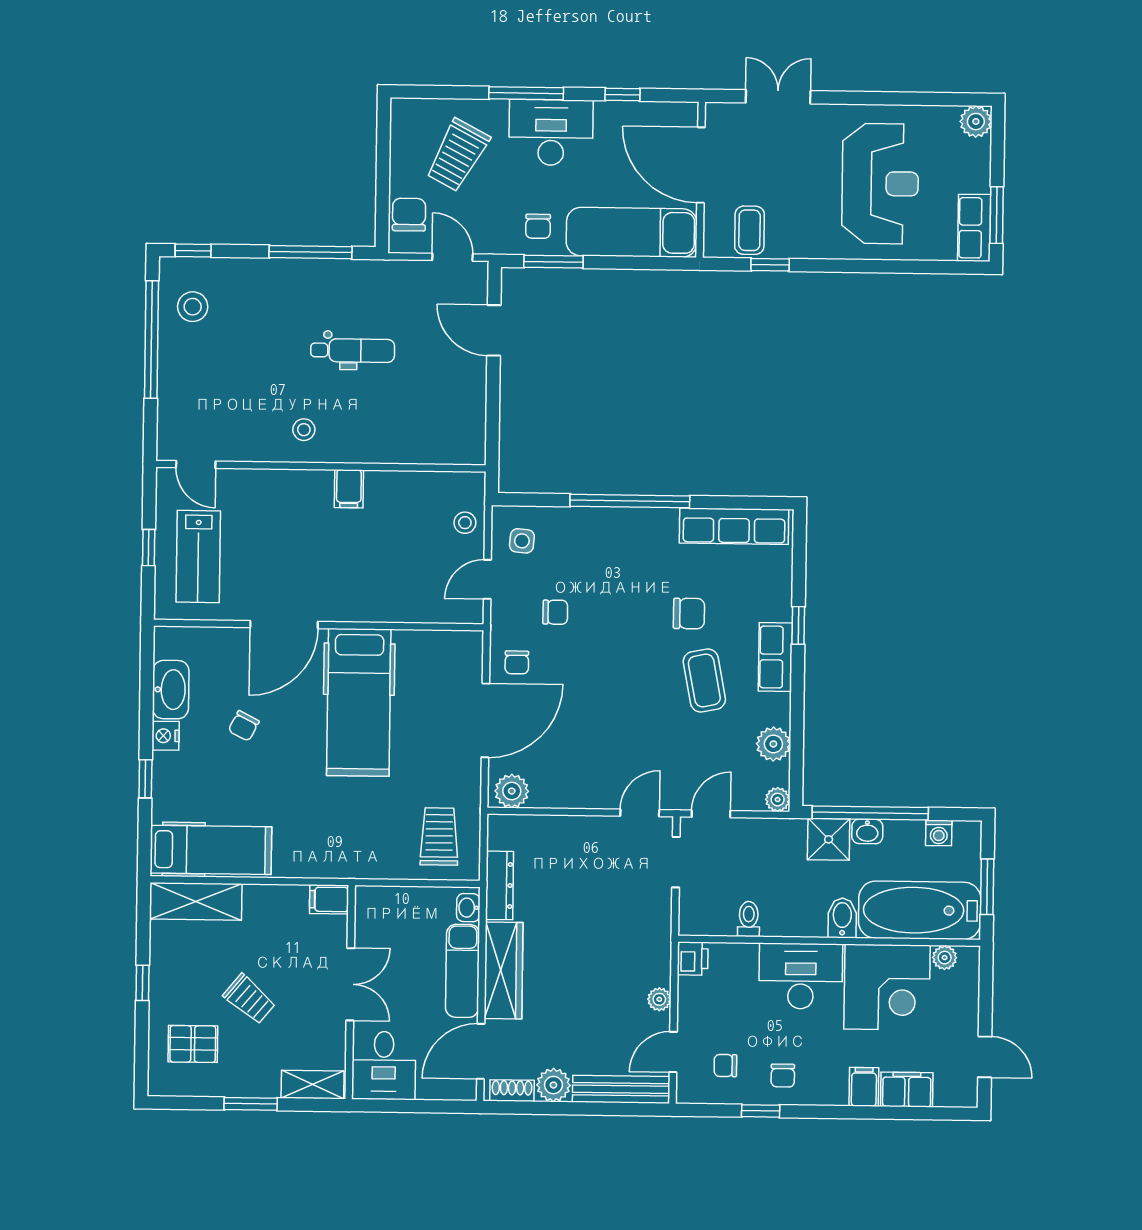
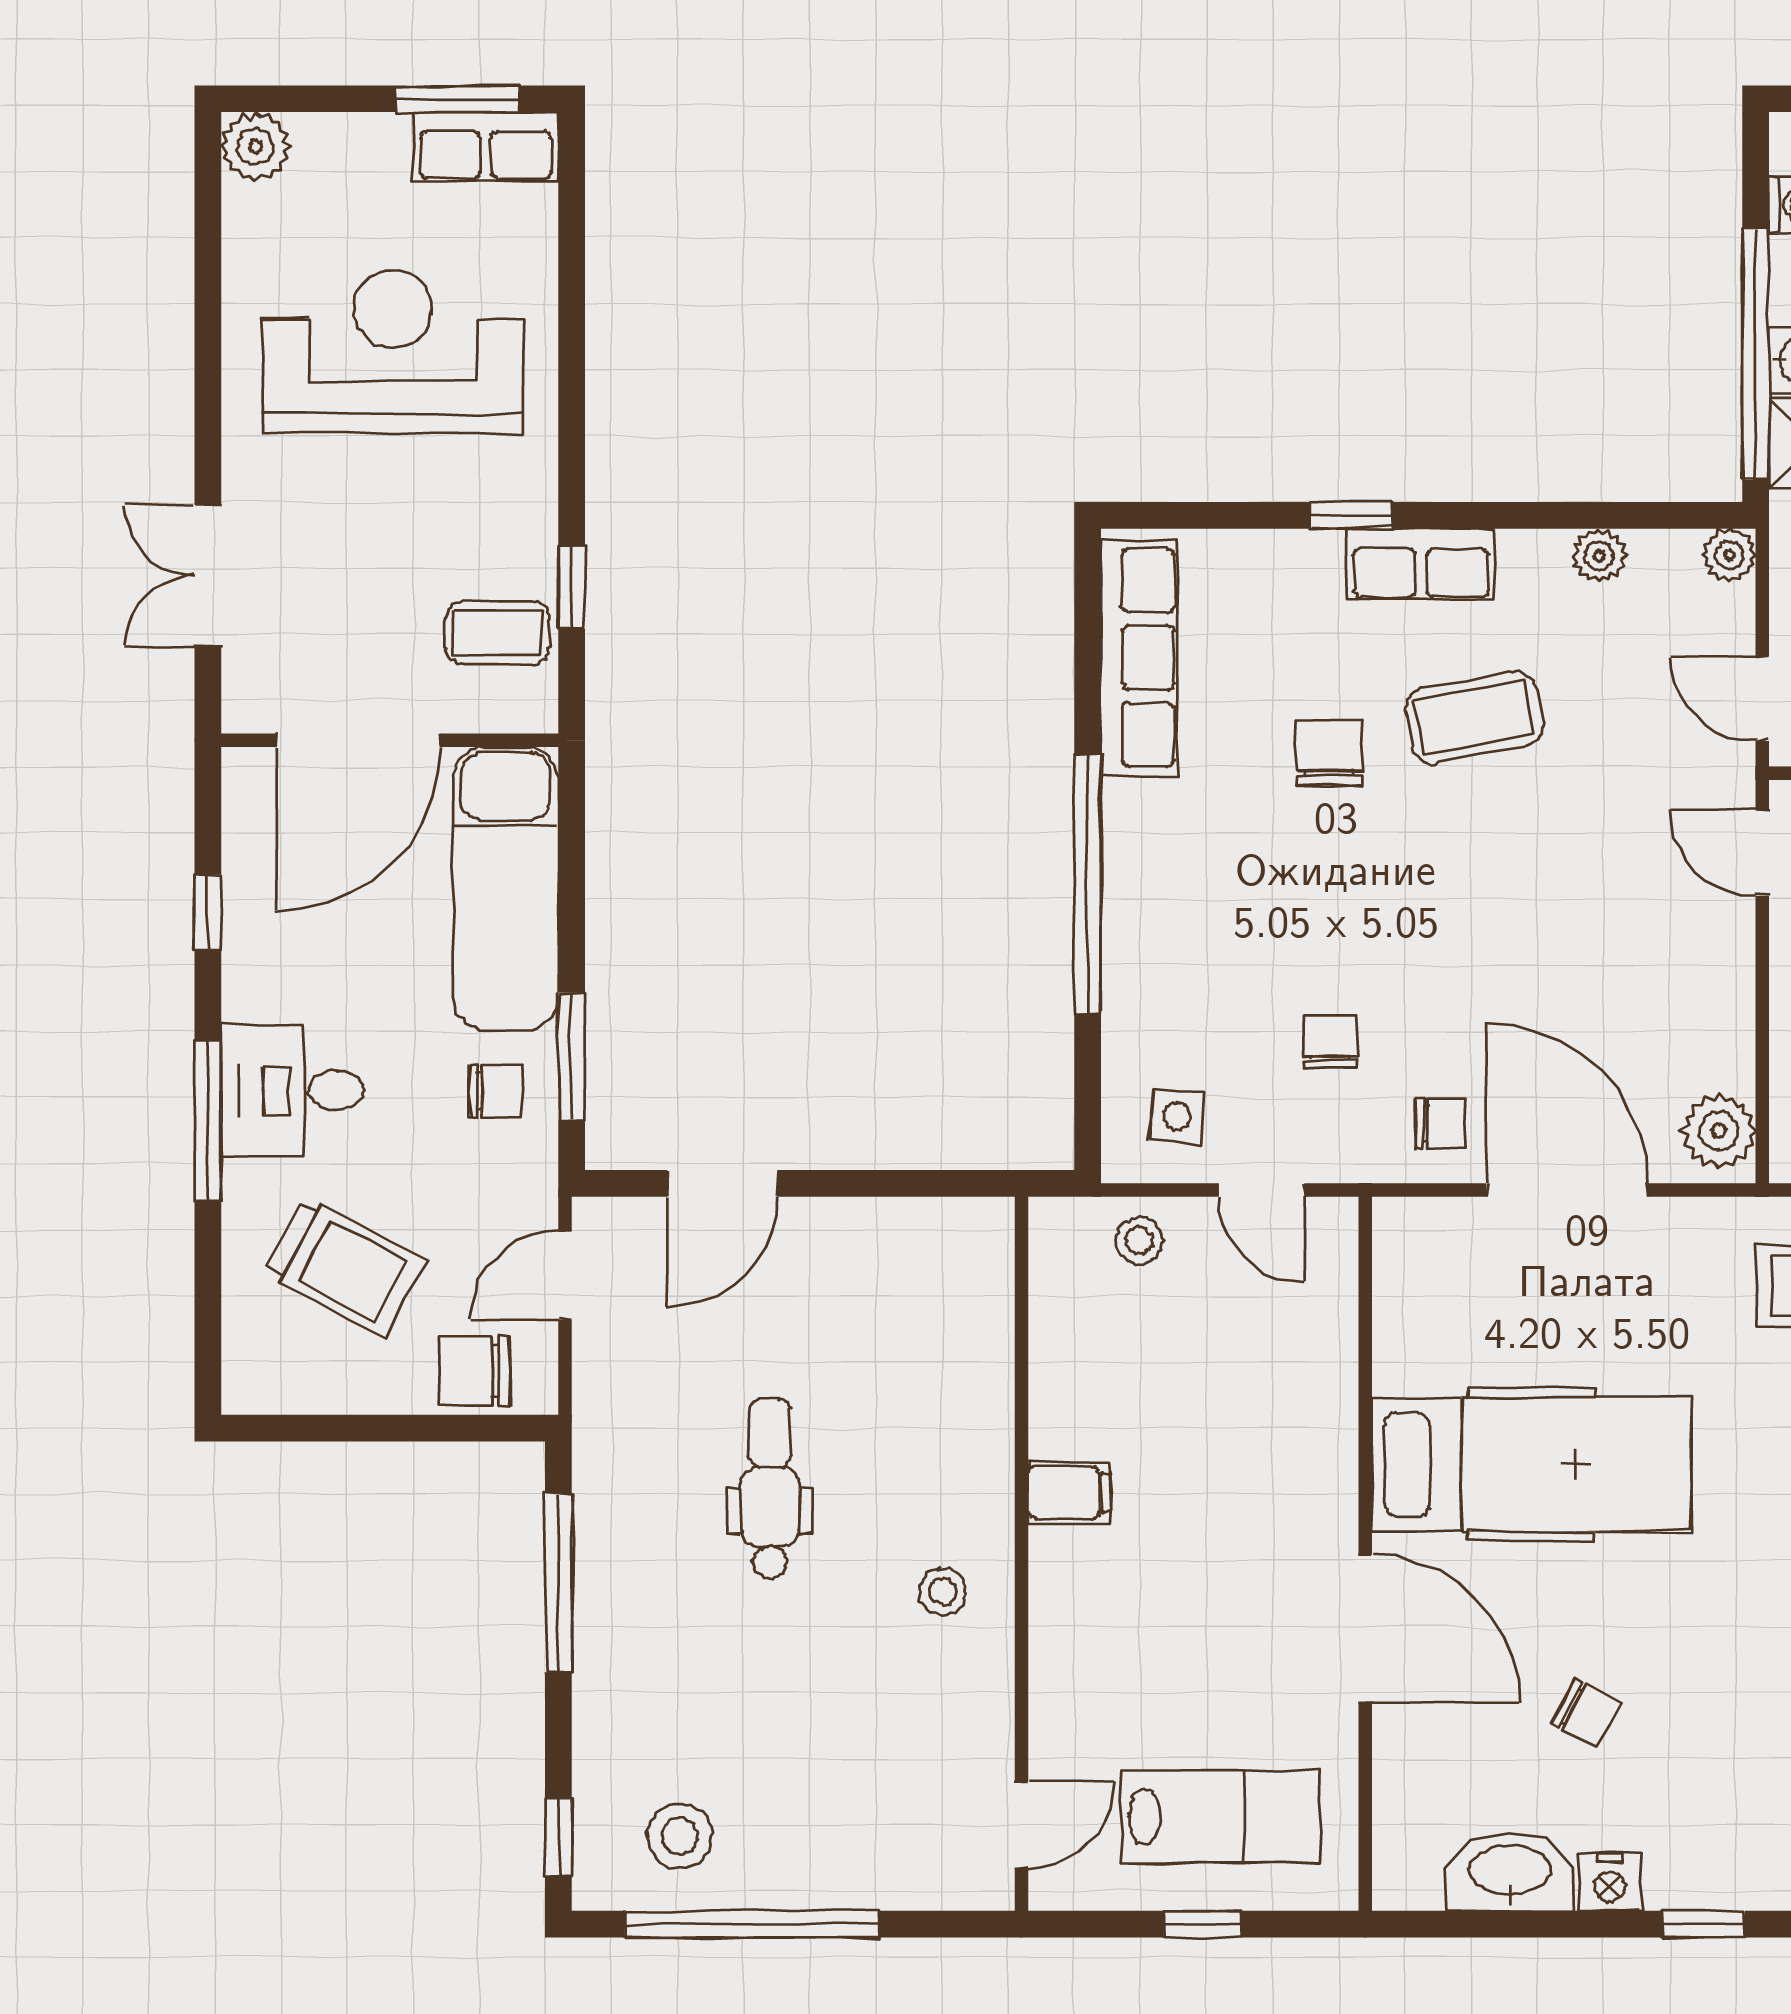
desk: (551, 132) -> (292, 1090), width x0.73
plant: (773, 744) -> (1599, 556), width x0.73, depth x0.73

